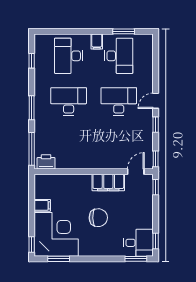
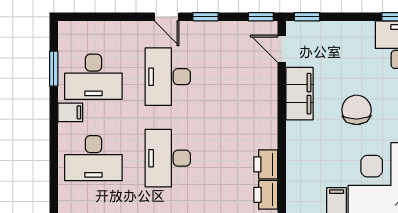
desk: (119, 56) -> (93, 77), turned 180
printer: (65, 162) -> (266, 164), added

